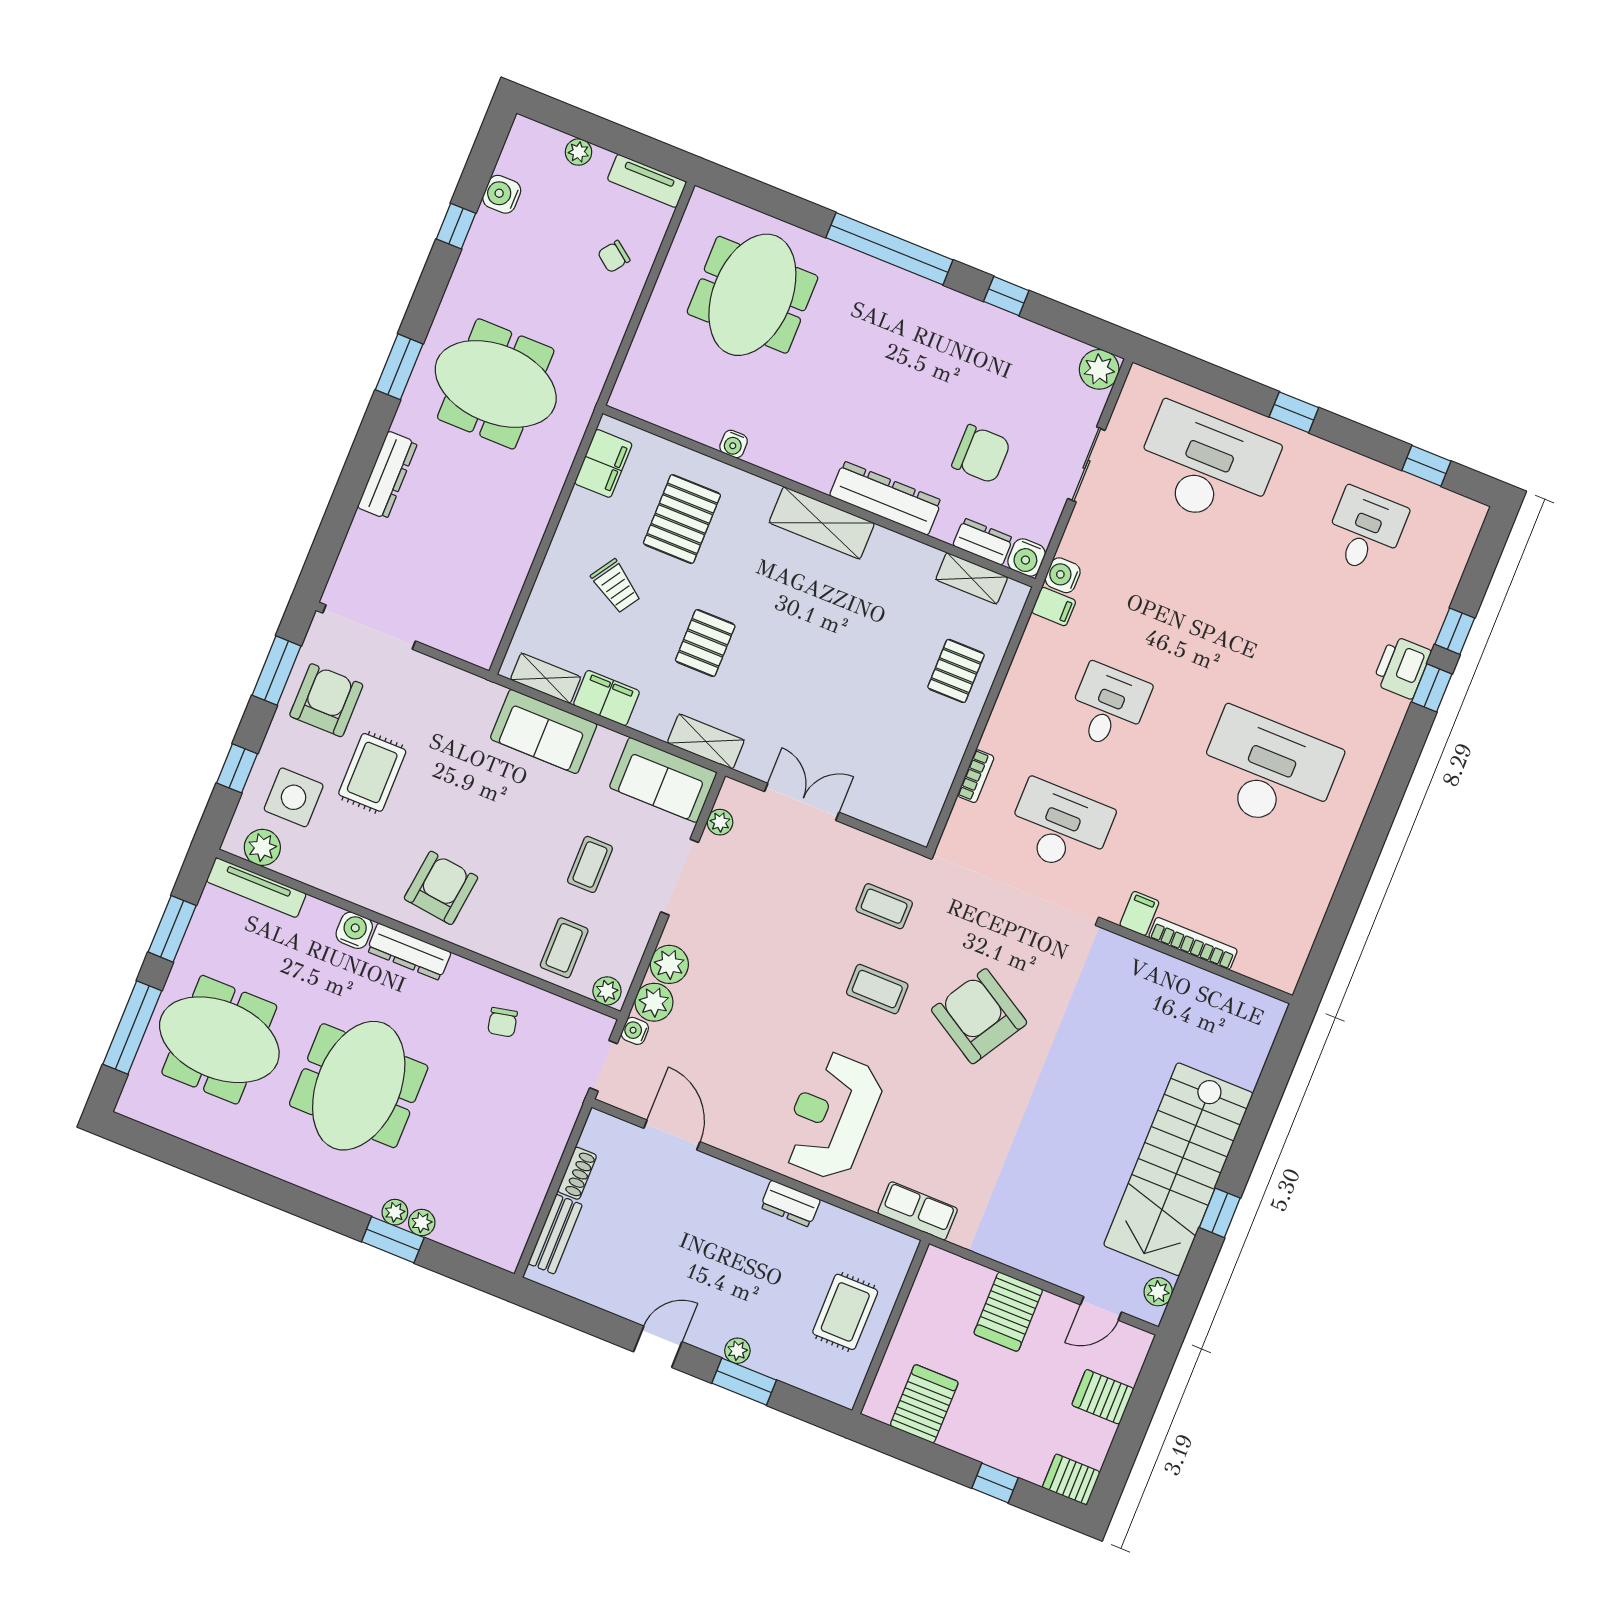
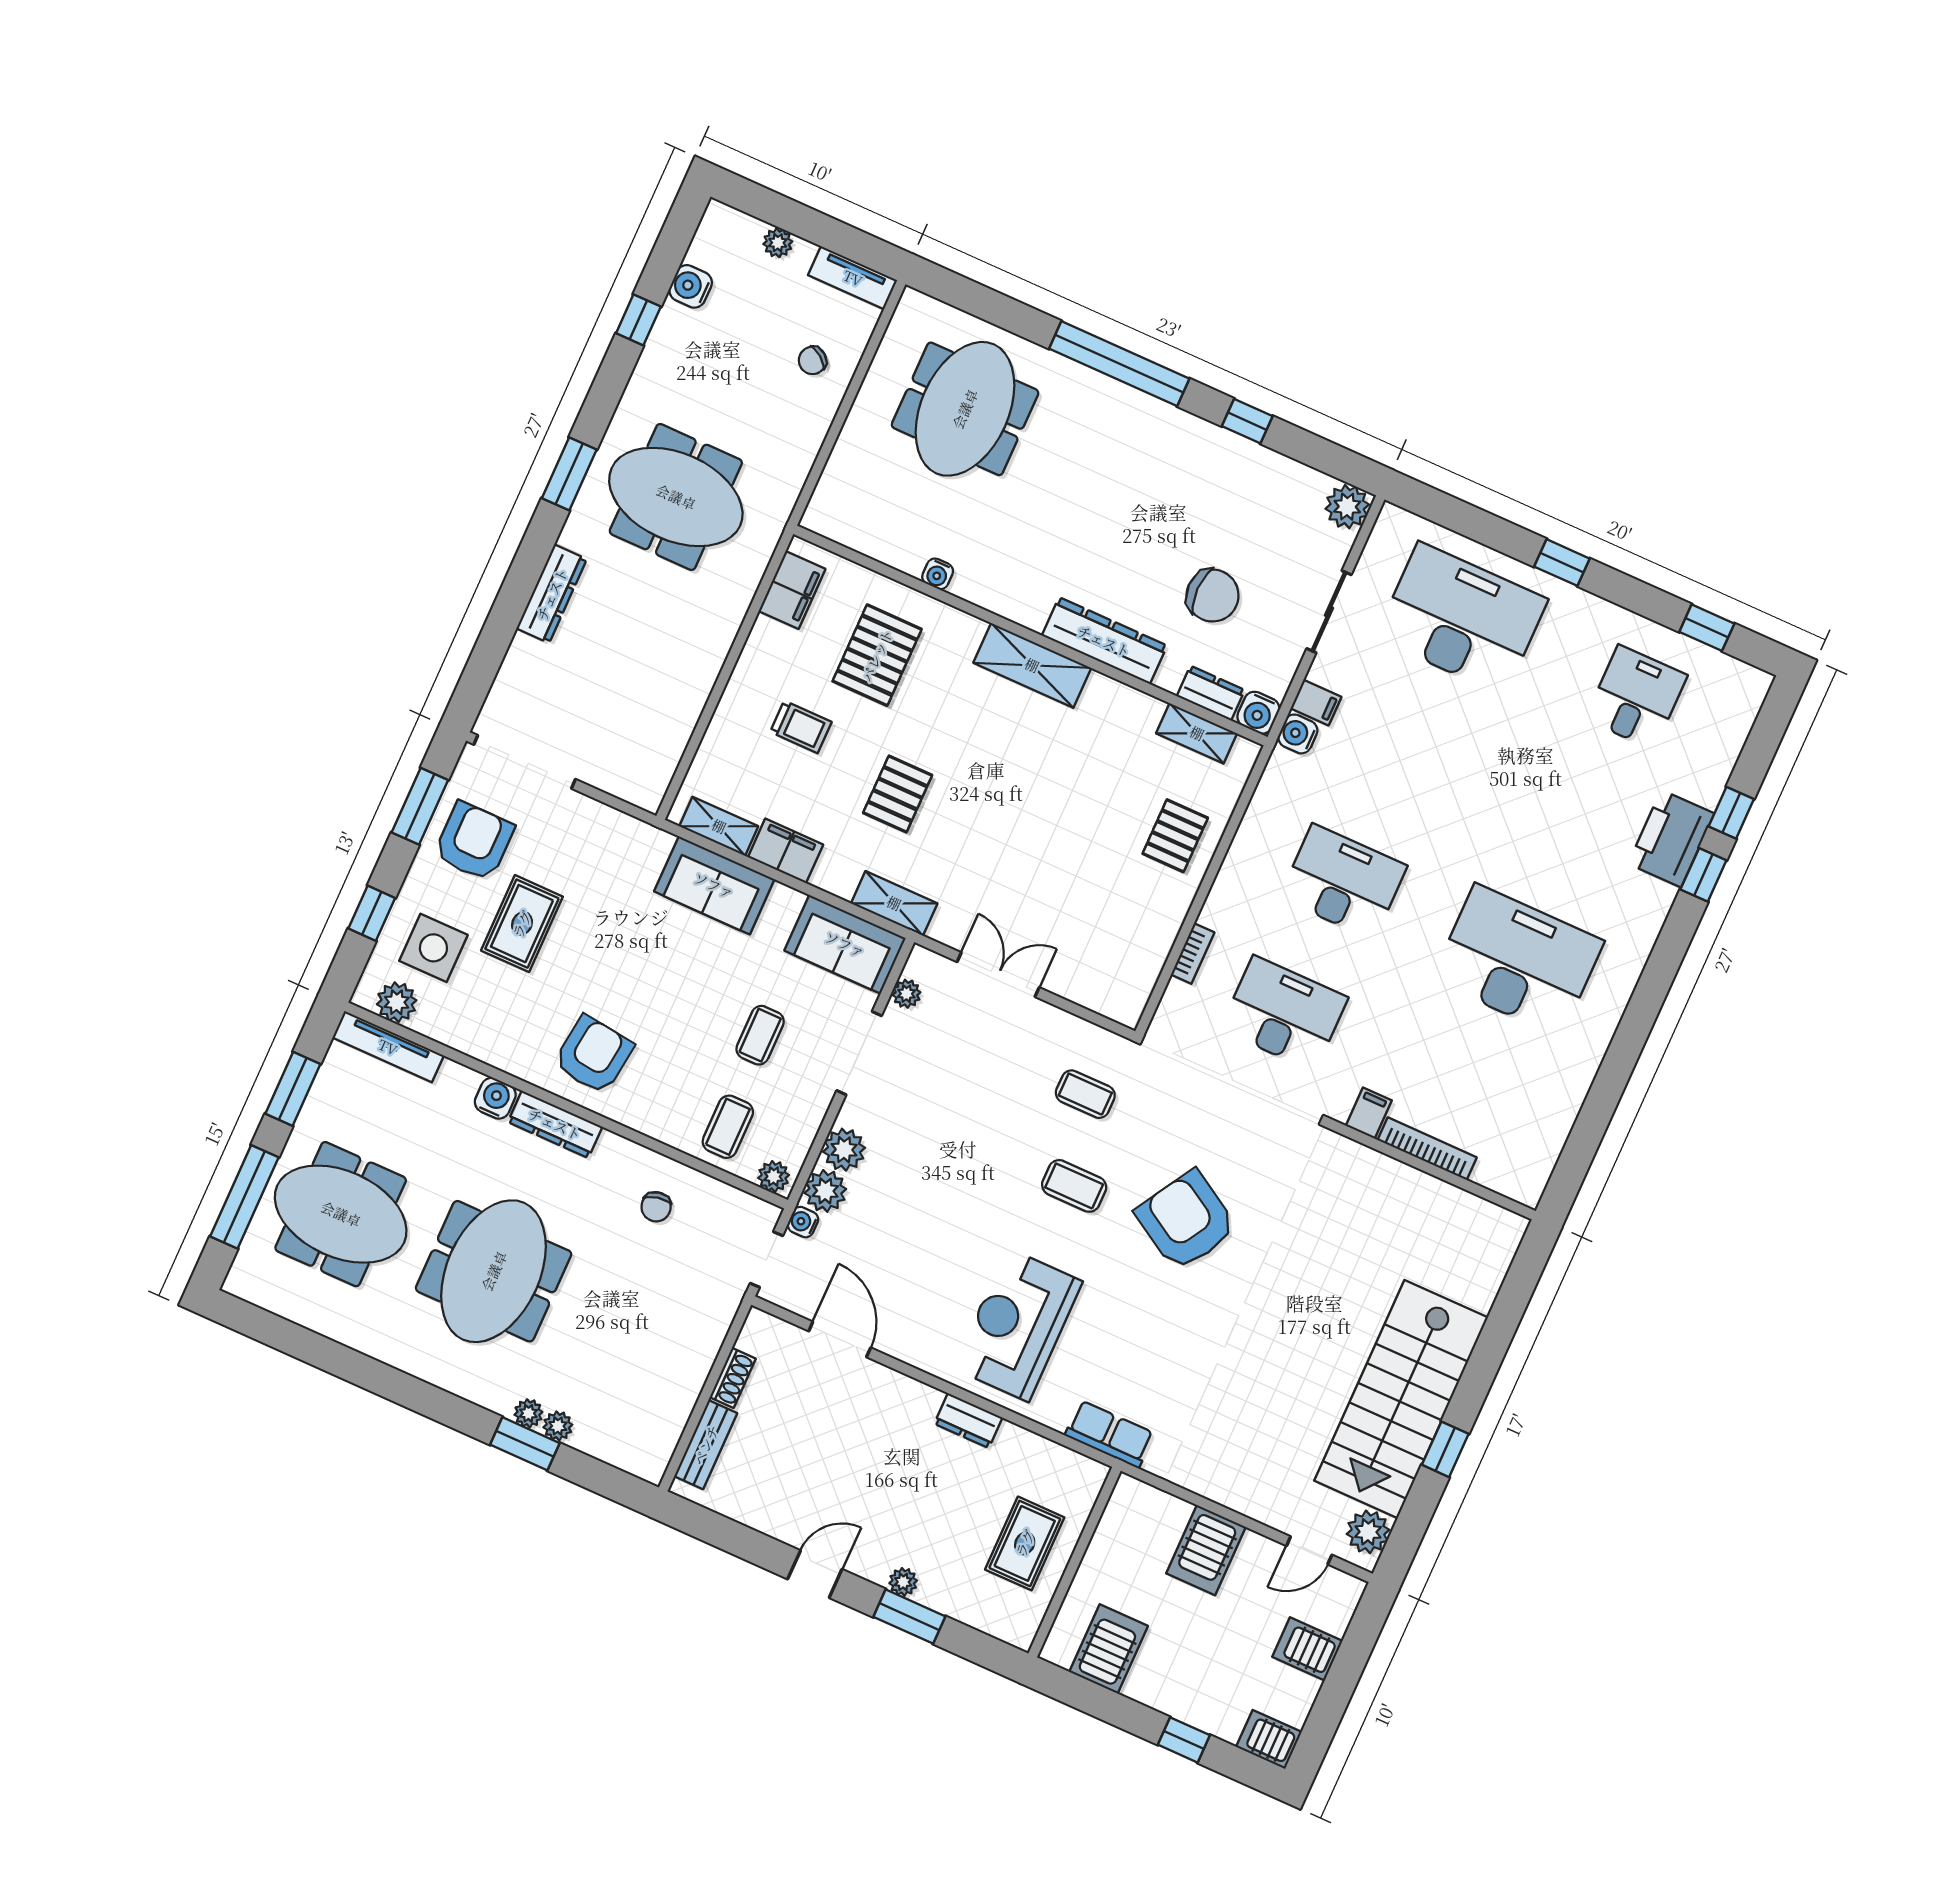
trolley: (616, 586) -> (801, 727), turned -33
filing cabinet: (1054, 607) -> (1316, 703), moved
printer: (1402, 667) -> (1671, 839), width x1.37, depth x1.19
desk: (1108, 707) -> (1343, 882), width x1.37
plant: (1158, 1292) -> (1368, 1532), width x1.38, depth x1.38

